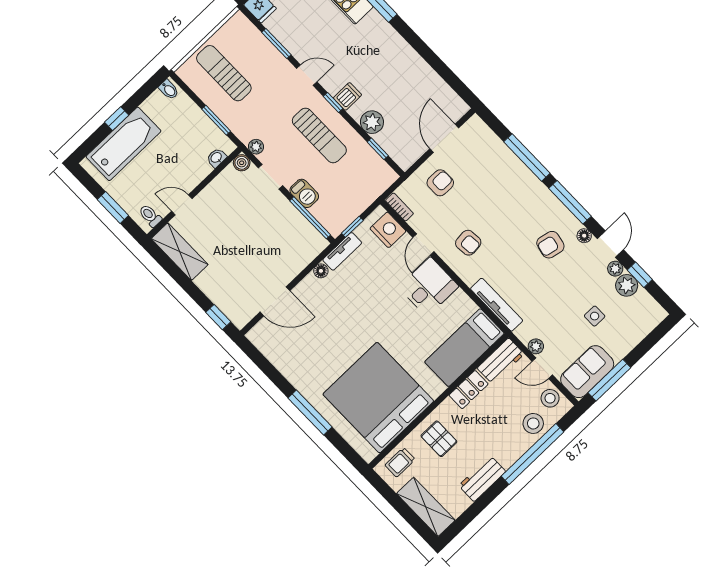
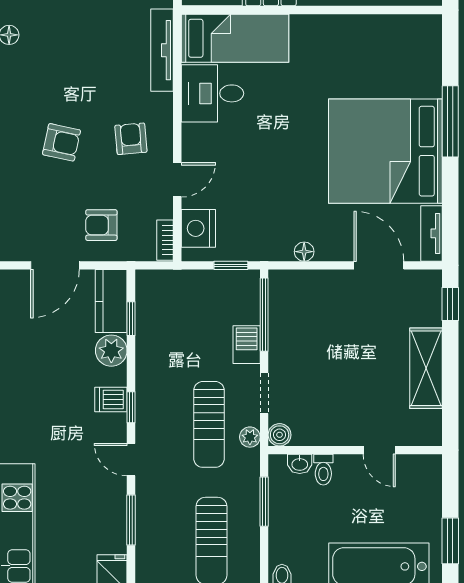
sun lounger: (319, 135) -> (209, 424), moved, turned 180
kitchen counter: (397, 148) -> (111, 301), added
window: (113, 208) -> (450, 541), moved
toilet: (150, 216) -> (323, 470), moved
armchair: (550, 245) -> (61, 142), moved
tv unit: (342, 251) -> (431, 233), moved, turned -90
shelving: (180, 252) -> (426, 368), moved
desk: (429, 287) -> (212, 93), moved
bed: (378, 398) -> (385, 151), moved, turned 90

